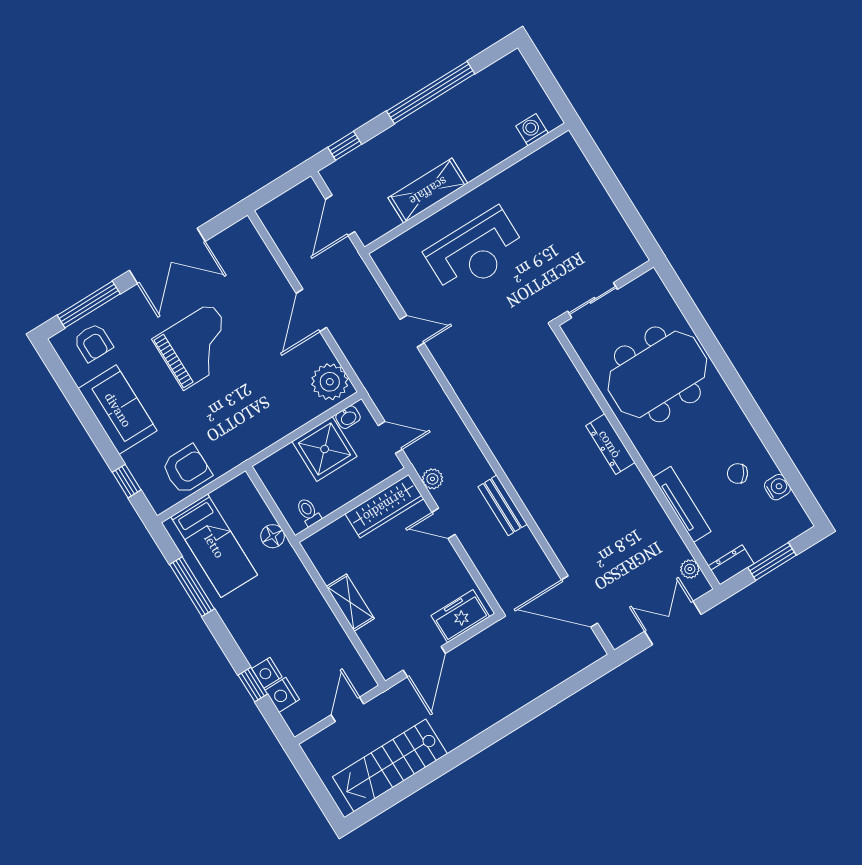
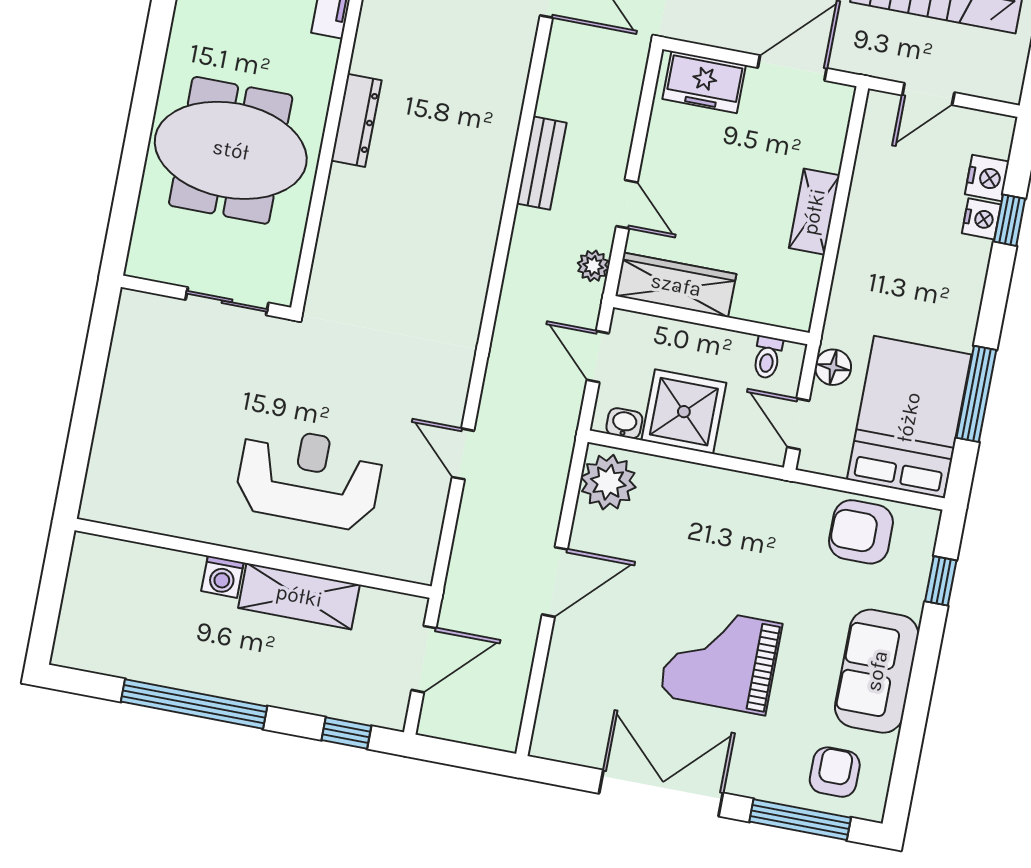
washing machine: (532, 130) -> (222, 577), moved
door: (264, 493) -> (798, 424), added
bed: (214, 546) -> (909, 417), width x1.50

